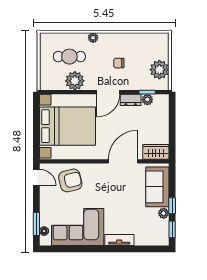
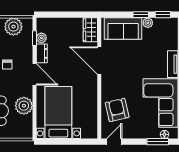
bed with nightstands: (68, 126) -> (58, 112), width x0.73

